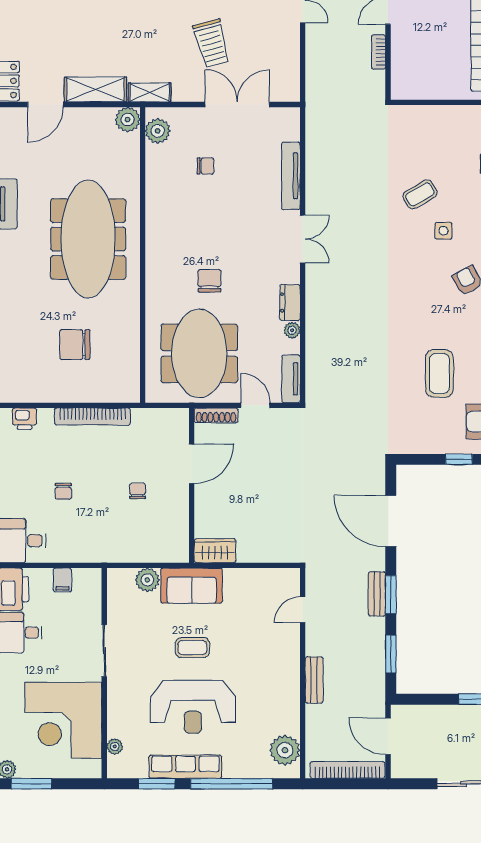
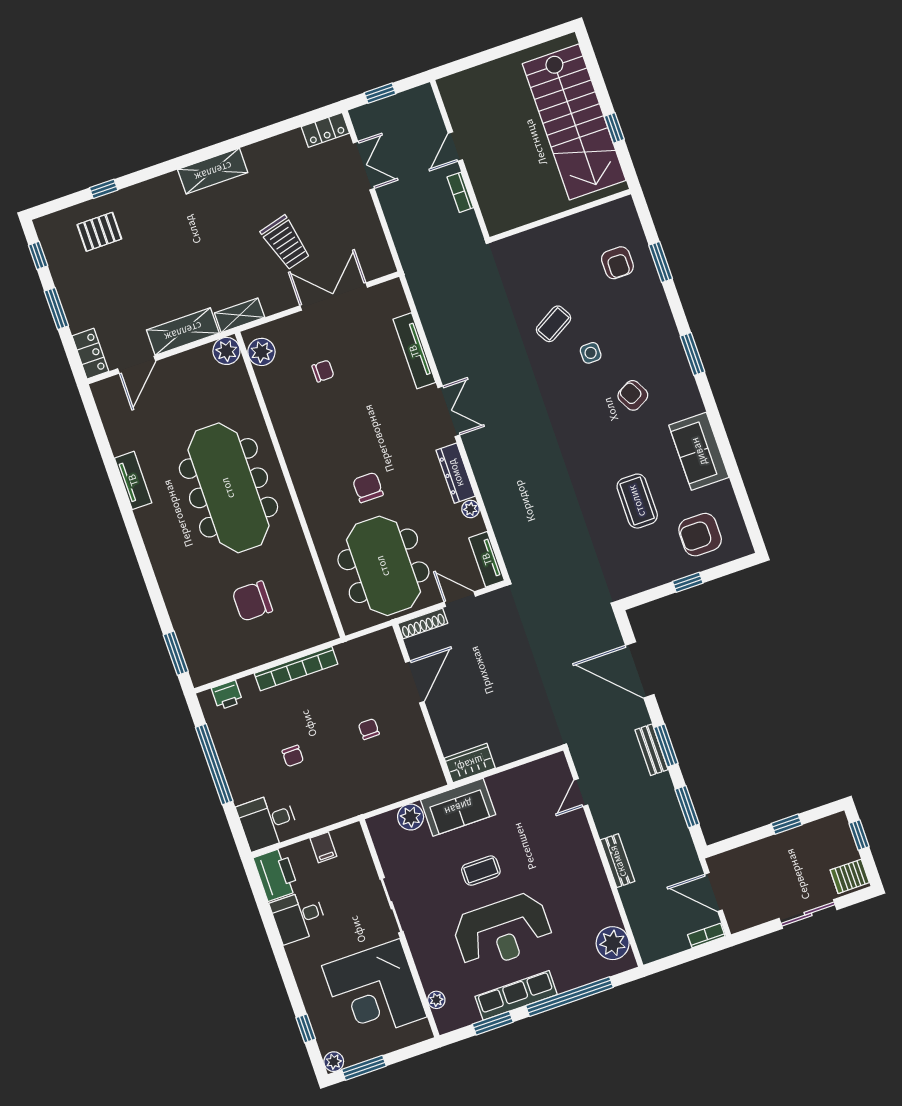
dresser: (290, 303) -> (456, 473), width x1.44
bookcase: (348, 770) -> (706, 936), width x0.43, depth x0.76

